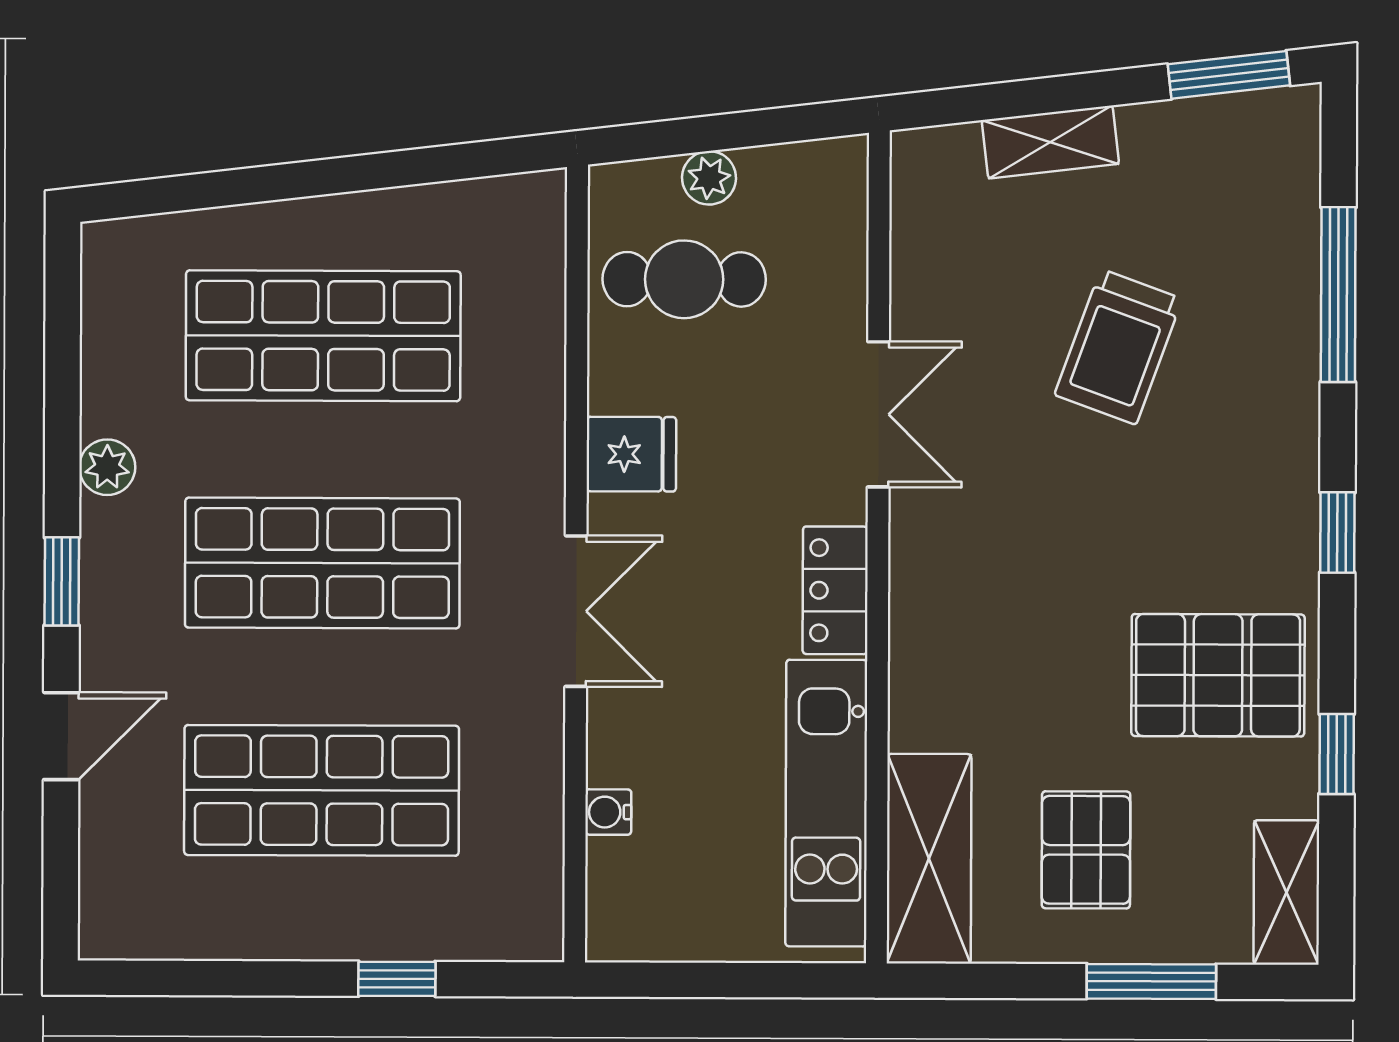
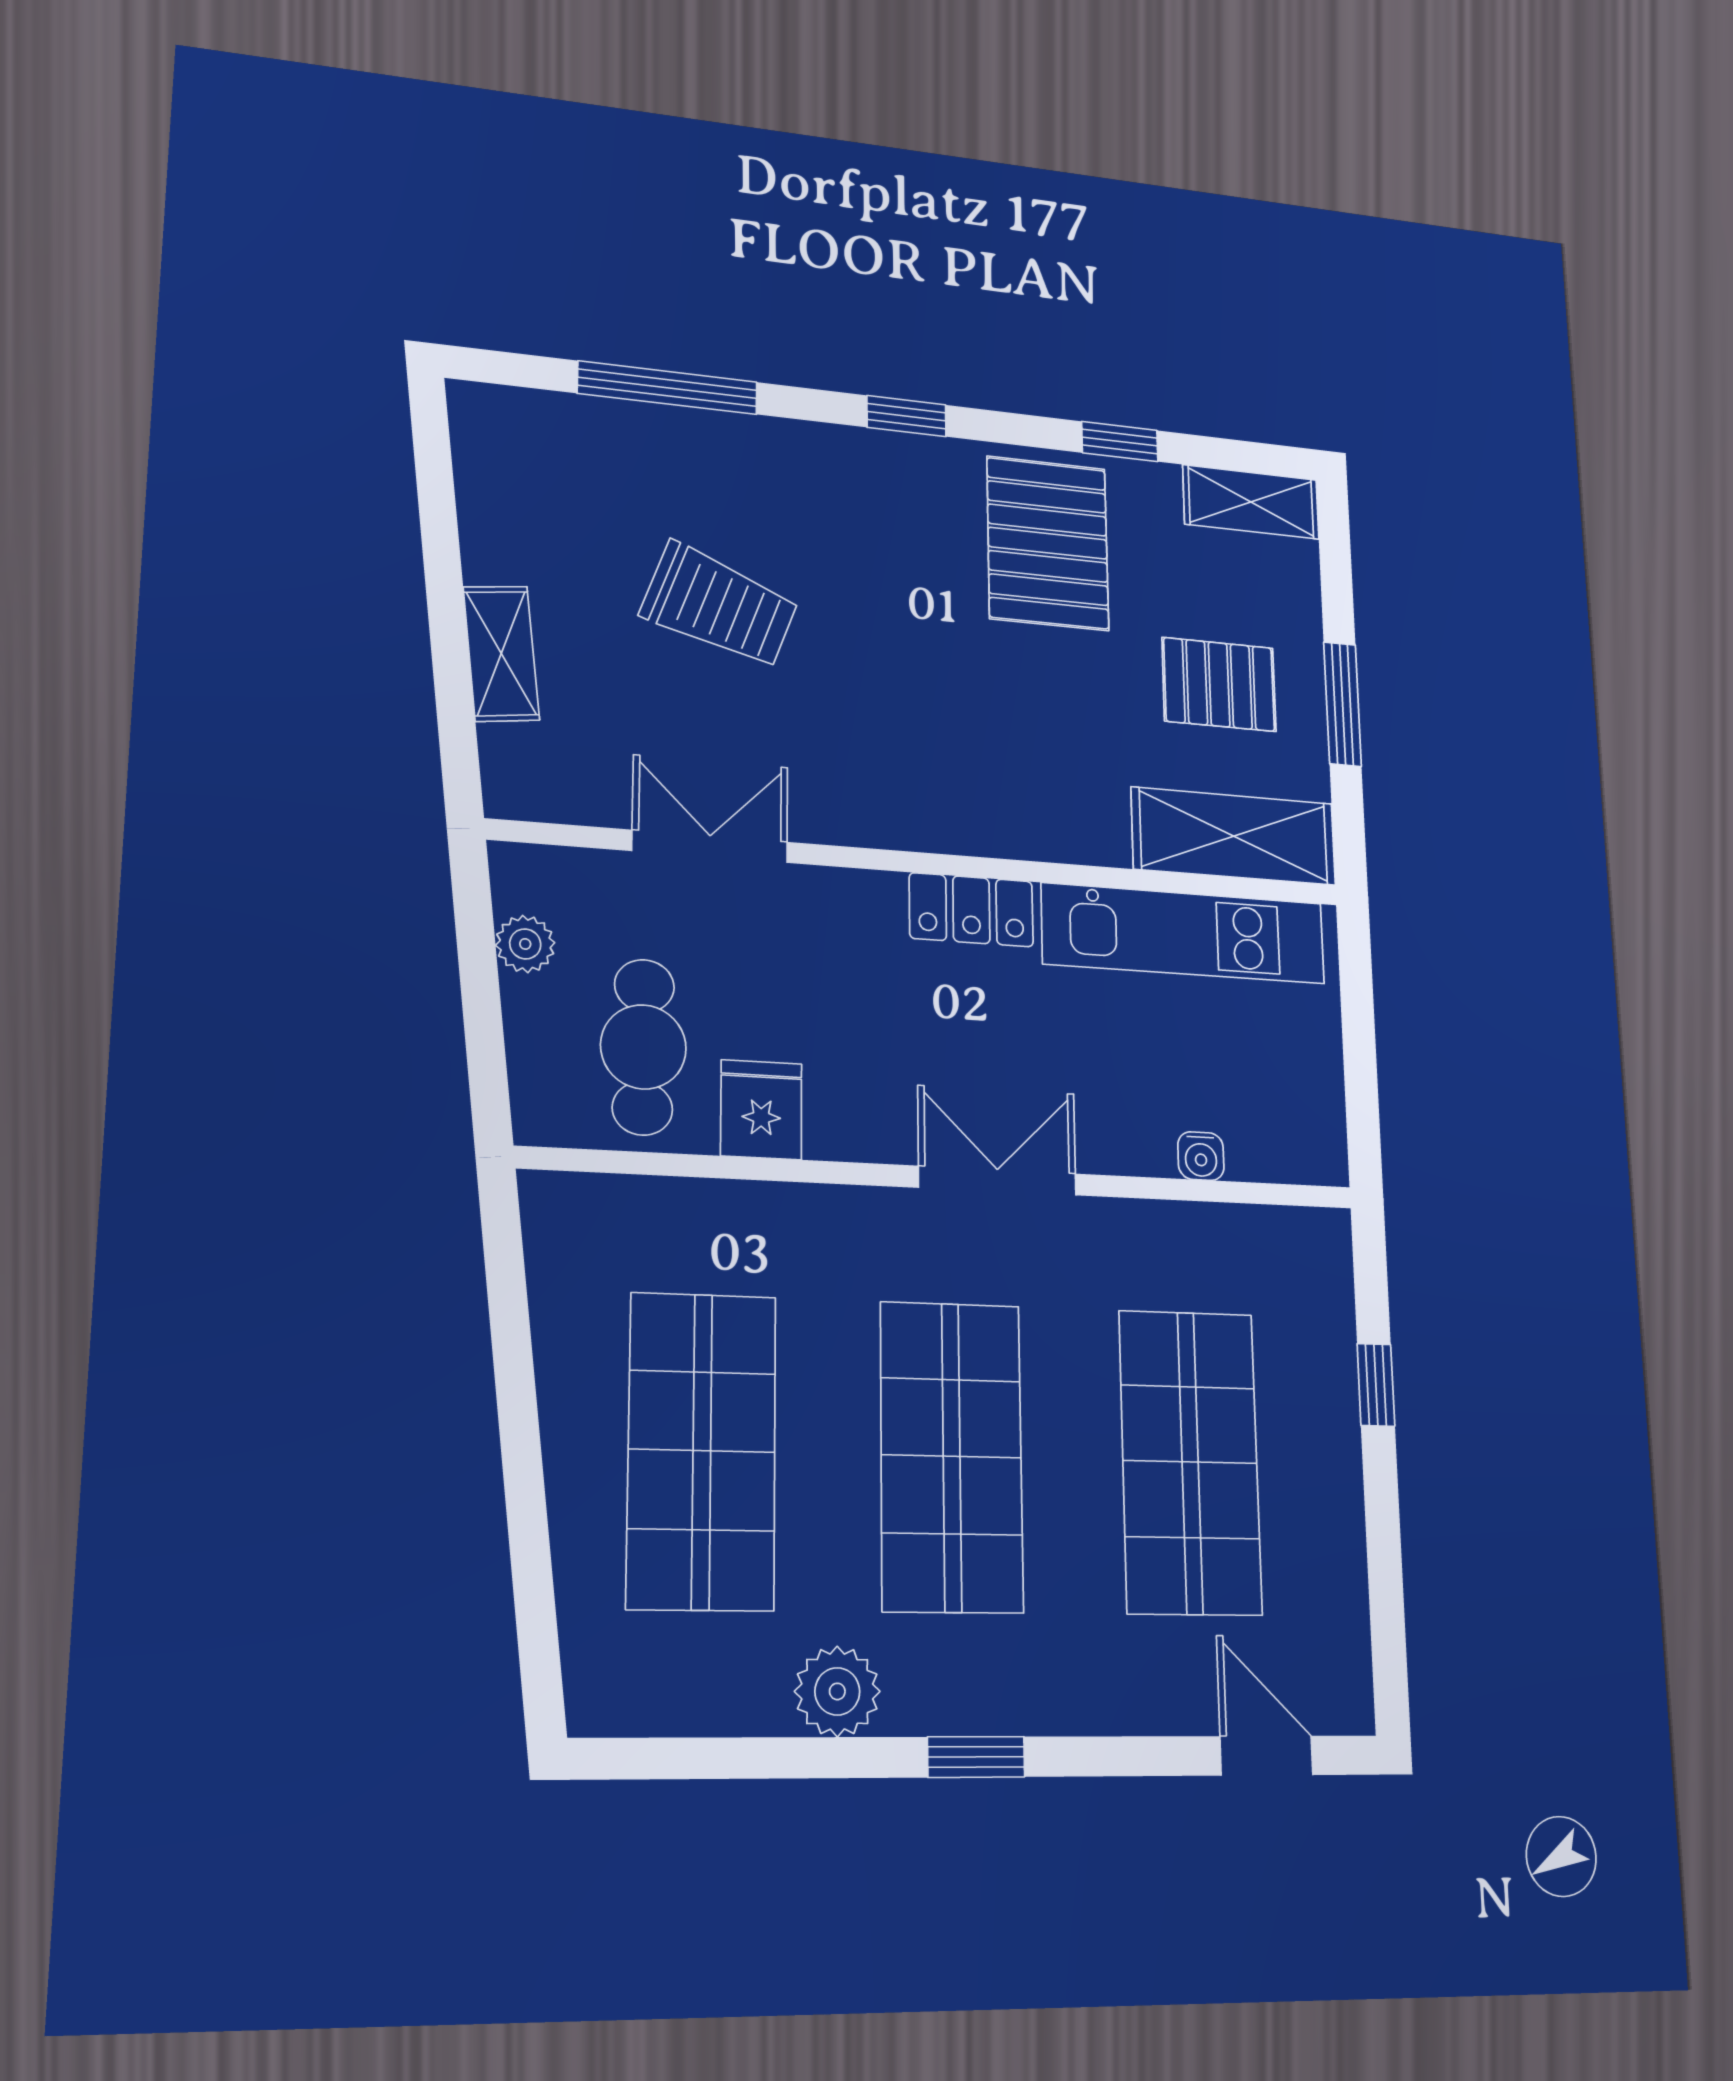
window: (1229, 75) -> (434, 468), removed
plant: (709, 178) -> (525, 944), moved
double door: (878, 414) -> (710, 846), moved
fridge: (631, 454) -> (761, 1110), moved
plant: (107, 467) -> (837, 1691), width x1.38, depth x1.38
door: (61, 736) -> (1266, 1756), moved
window: (1151, 981) -> (1343, 704), moved

